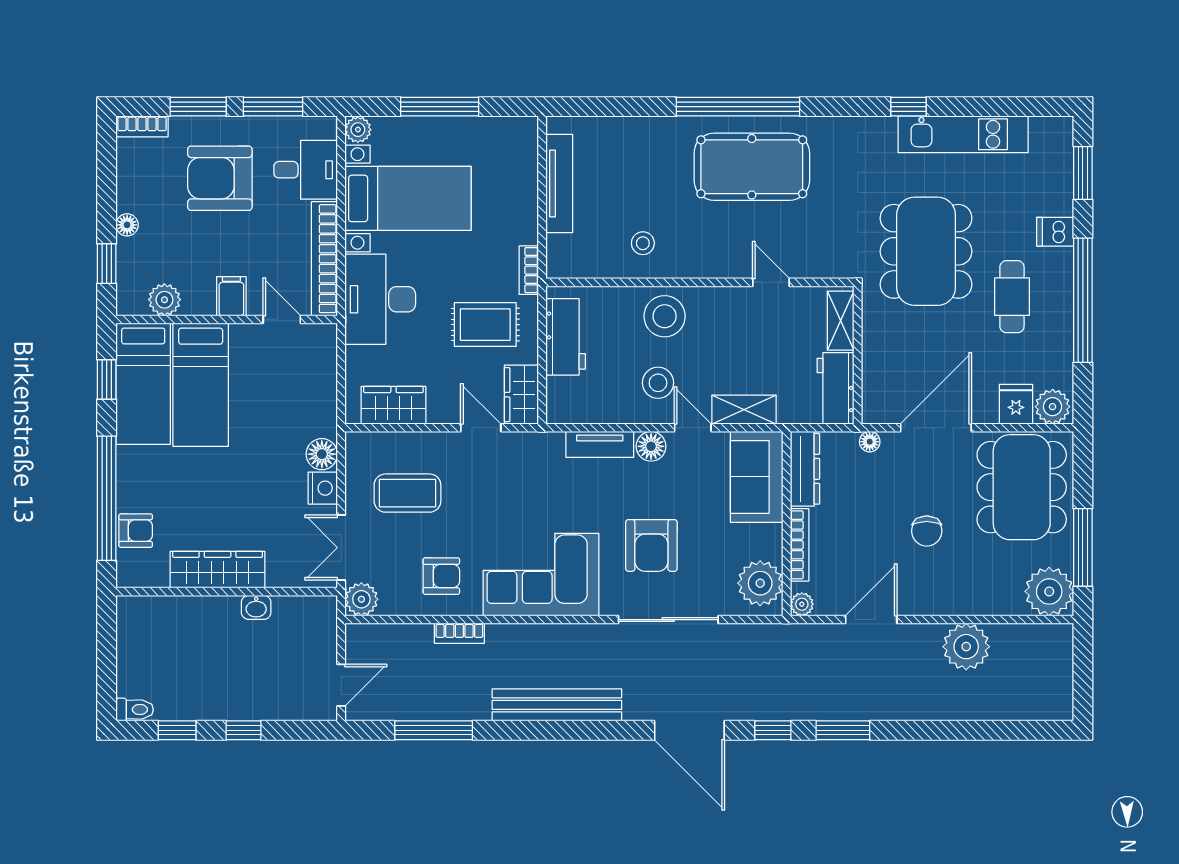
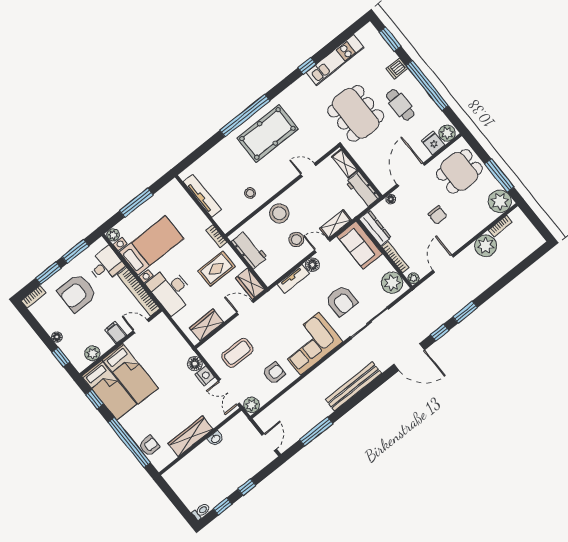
dining table: (1022, 487) -> (459, 171), width x0.73
bookcase: (459, 633) -> (500, 226), moved

